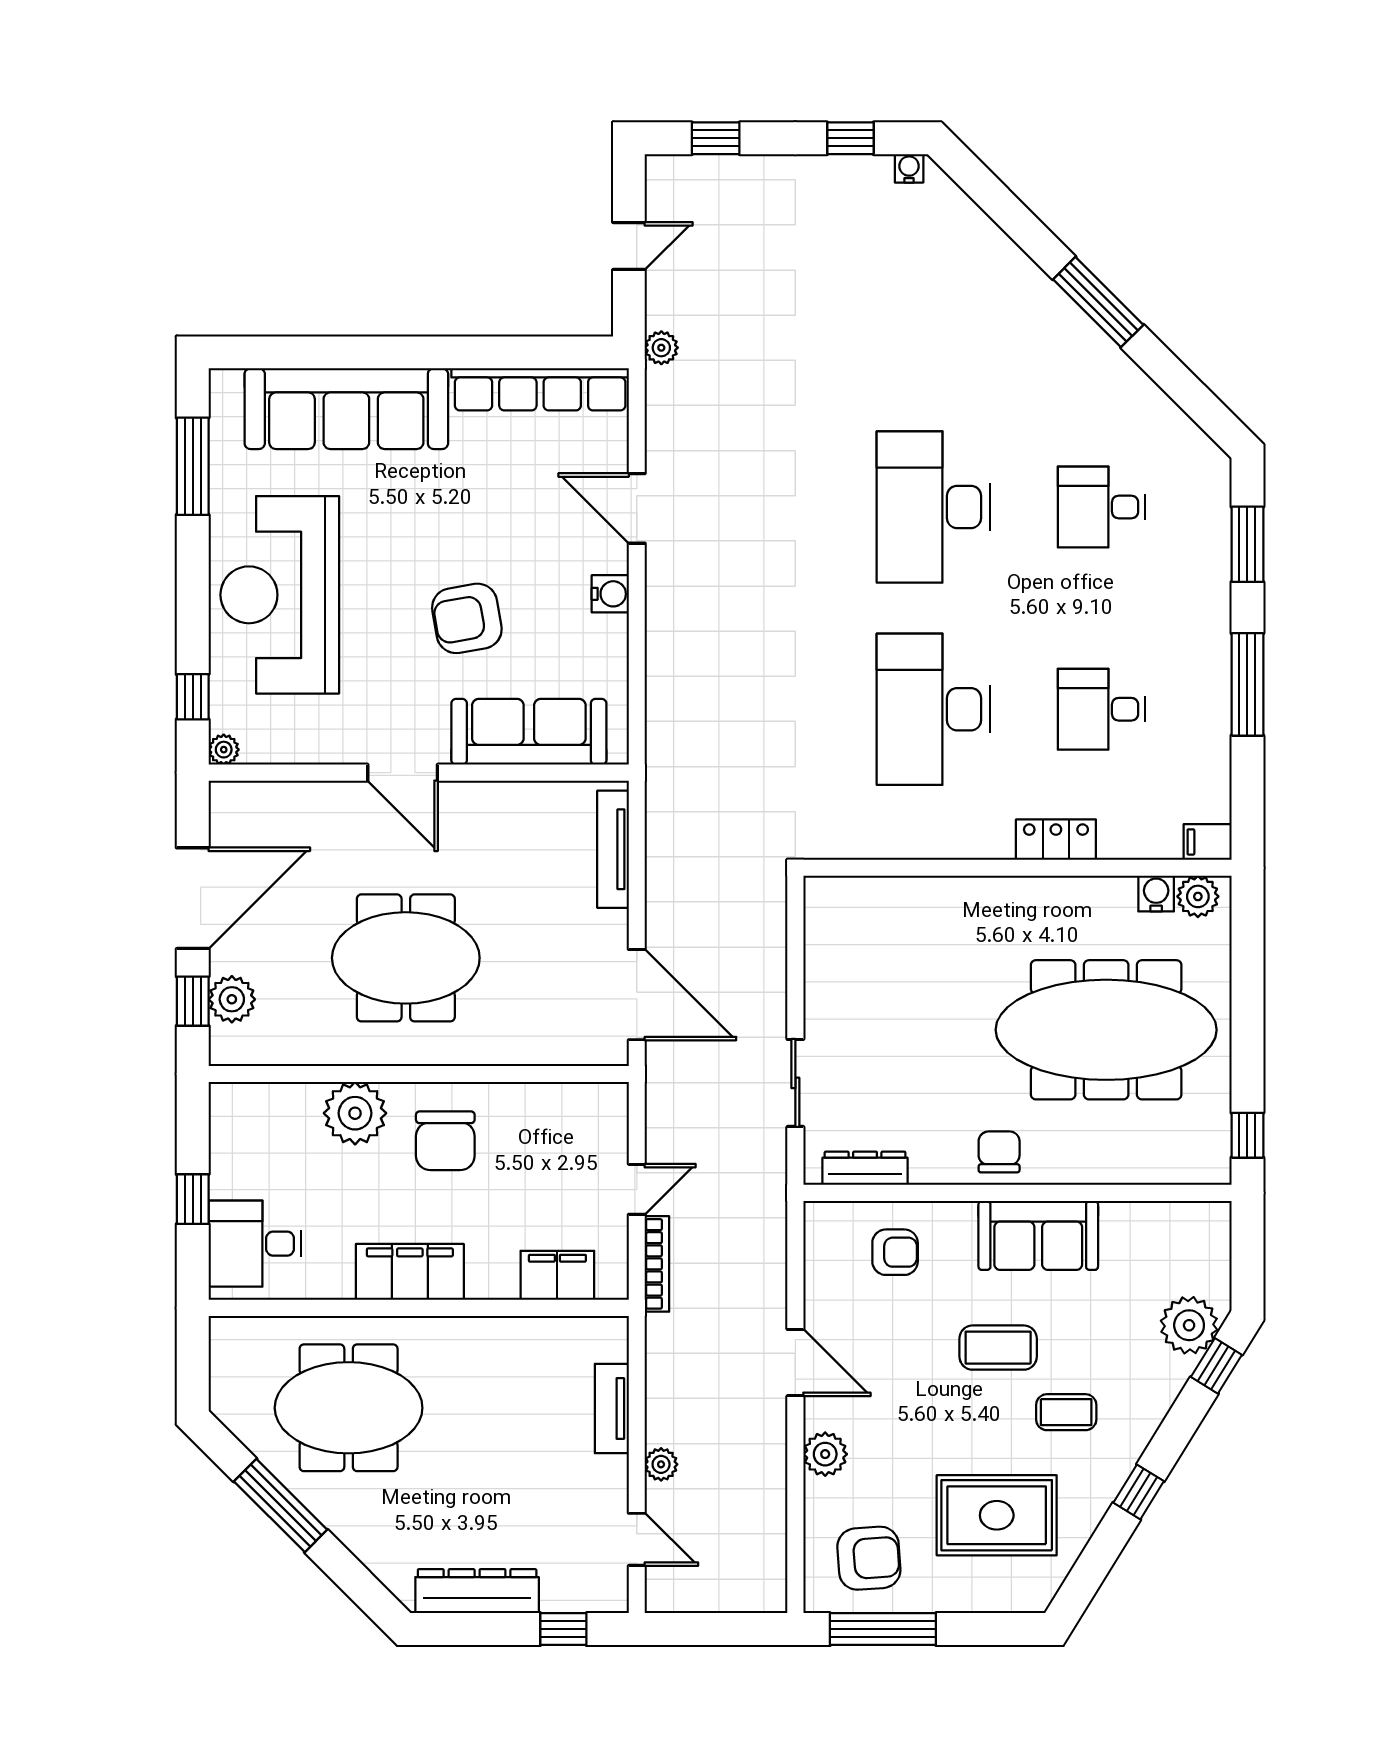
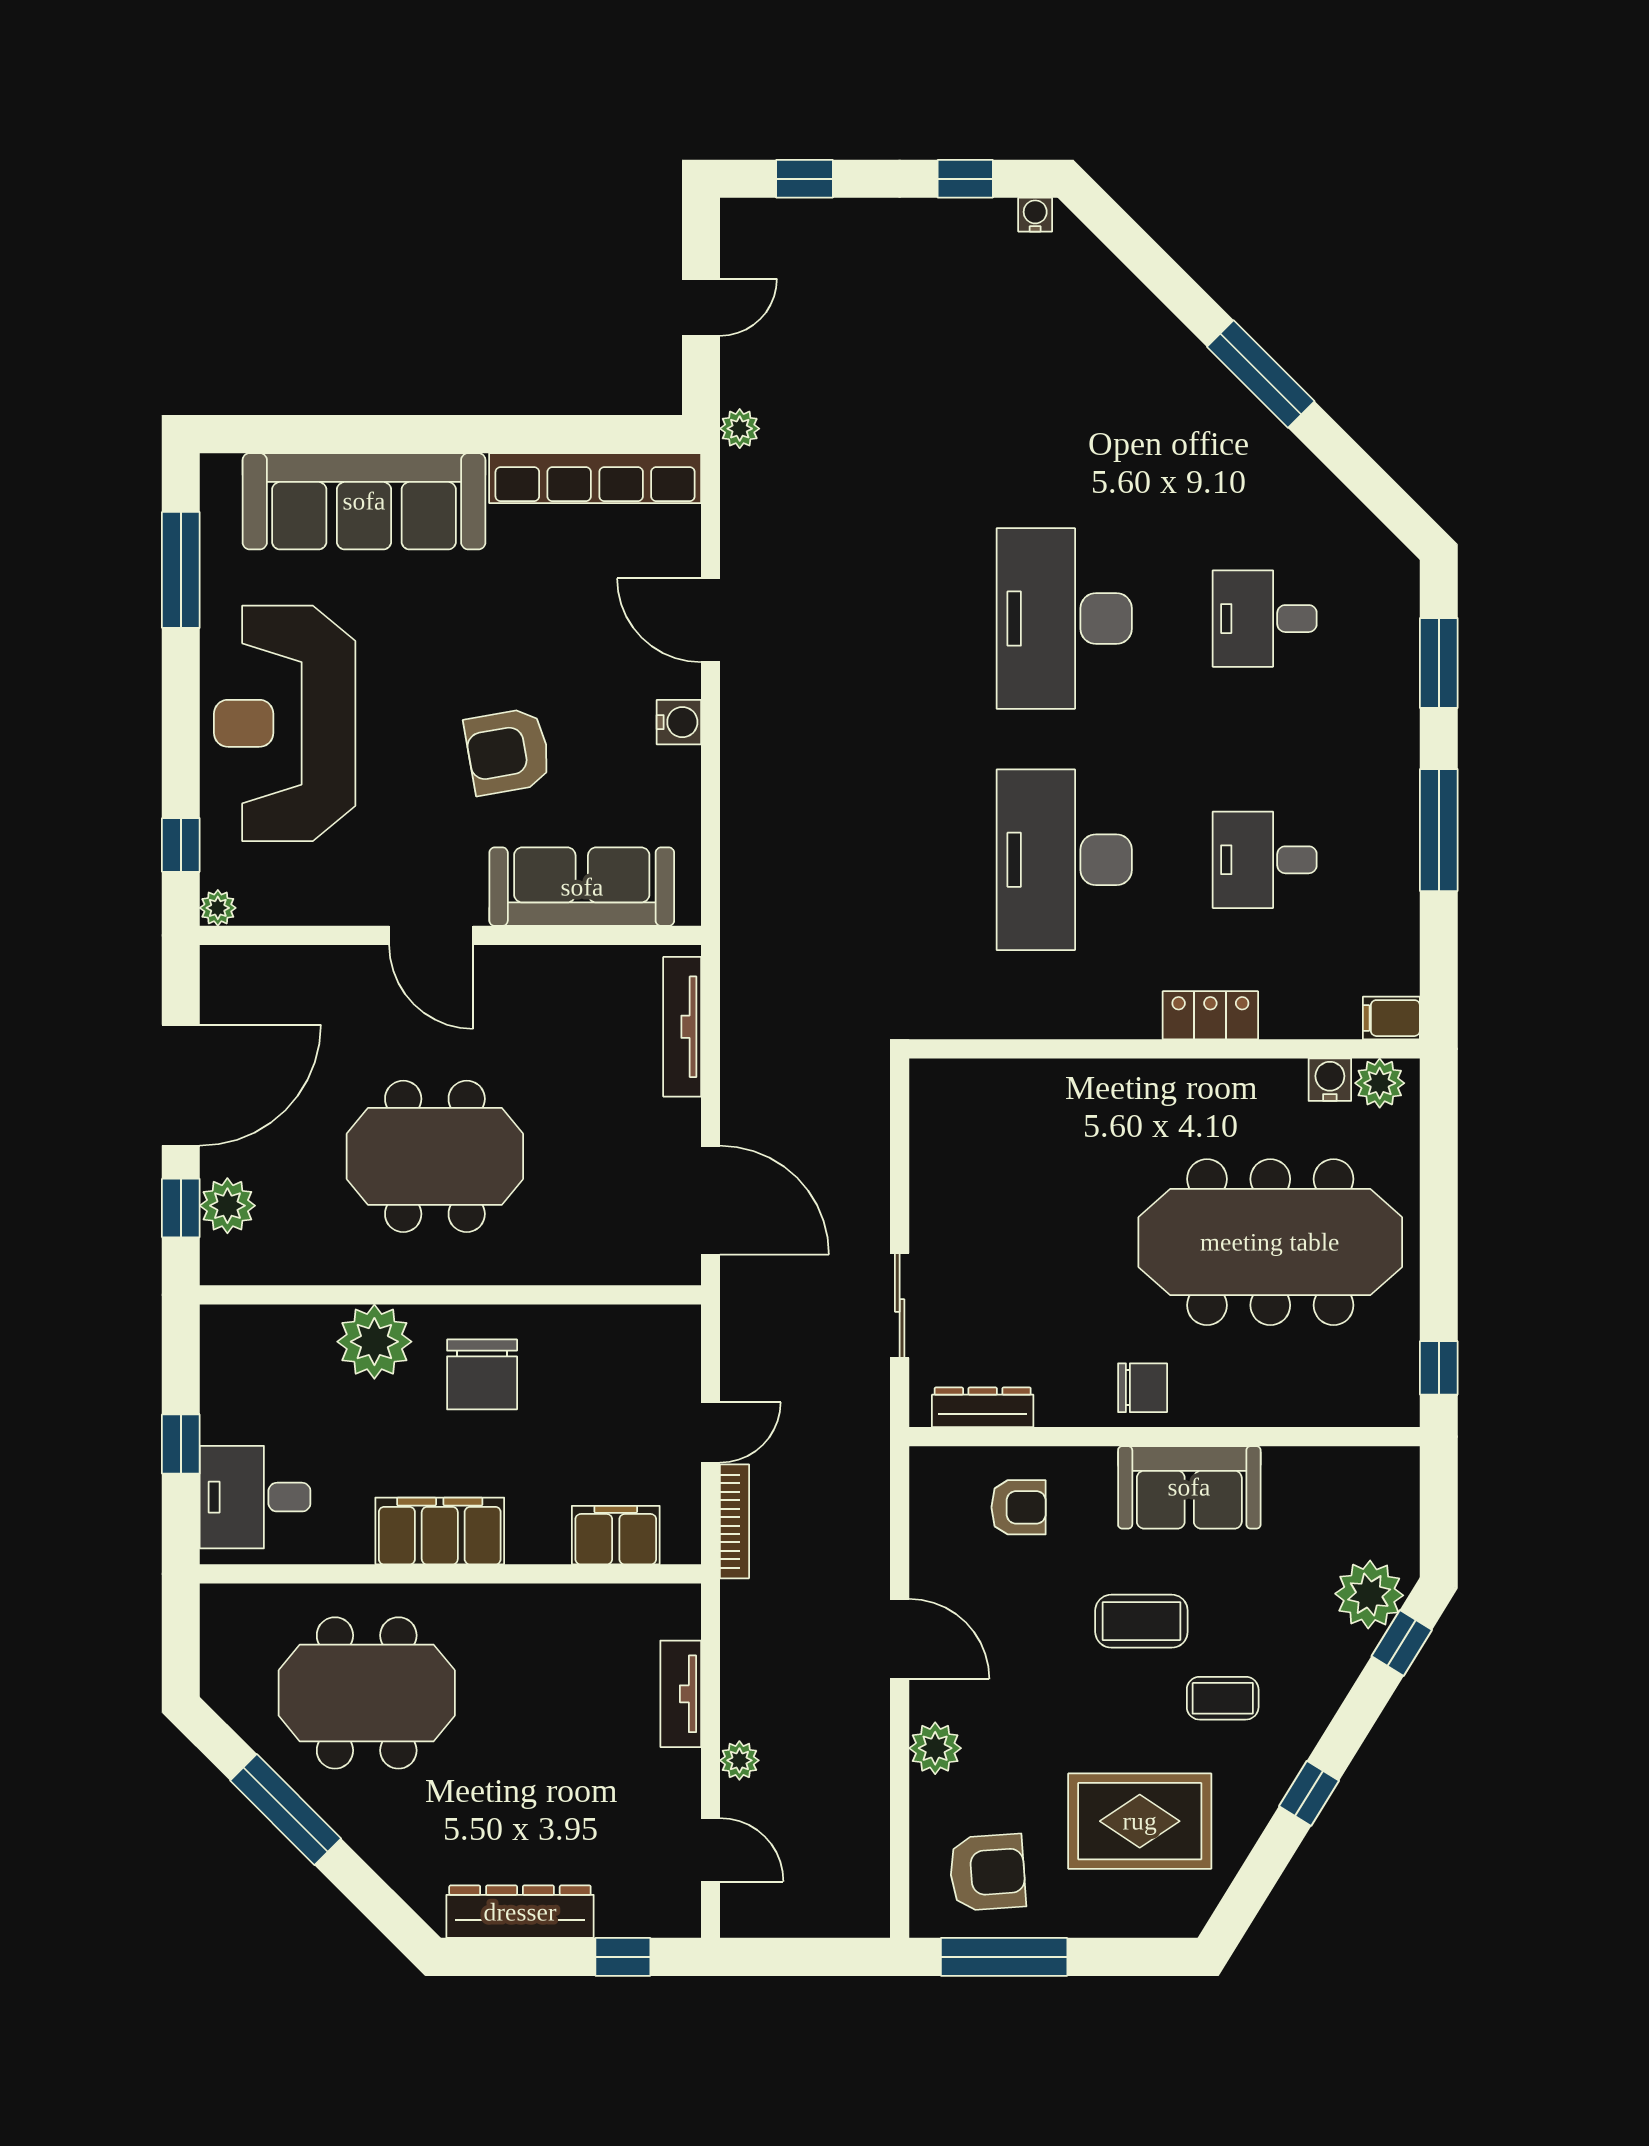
chair: (999, 1152) -> (1143, 1388), turned 90

